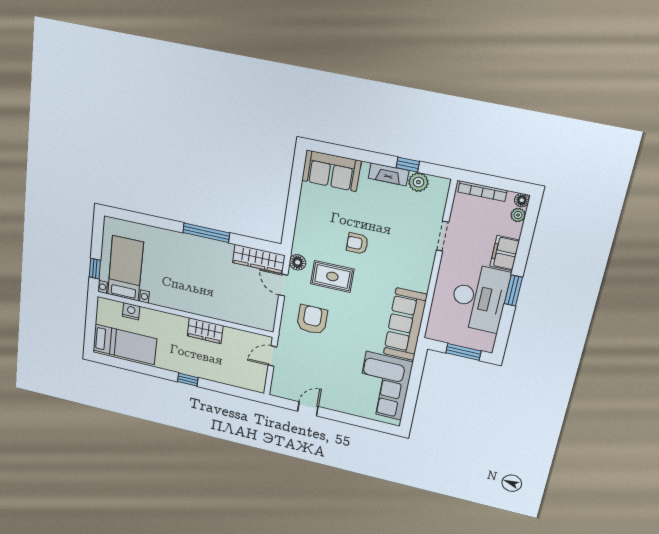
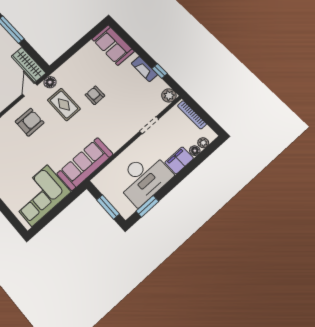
plant: (418, 182) -> (169, 95), moved
floor lamp: (522, 200) -> (195, 151), moved
window: (513, 291) -> (147, 206), moved

